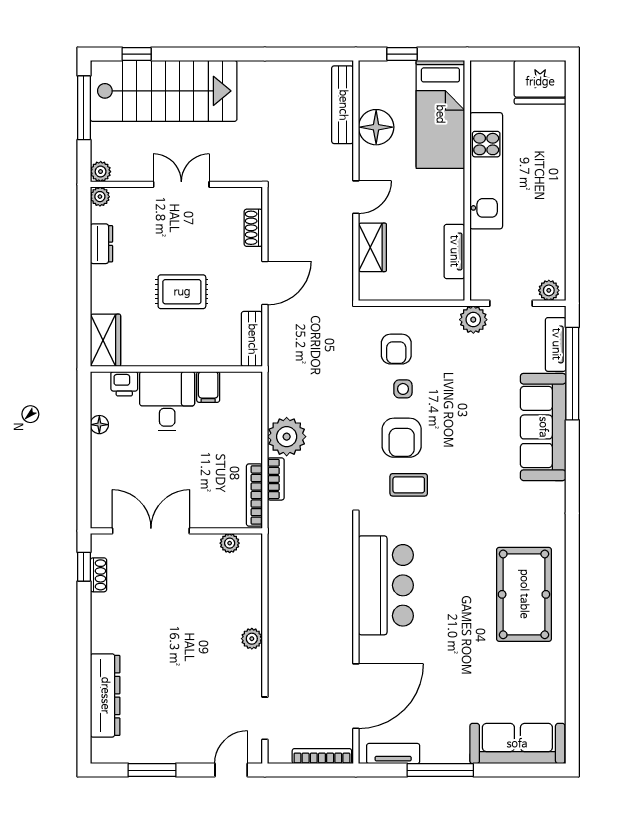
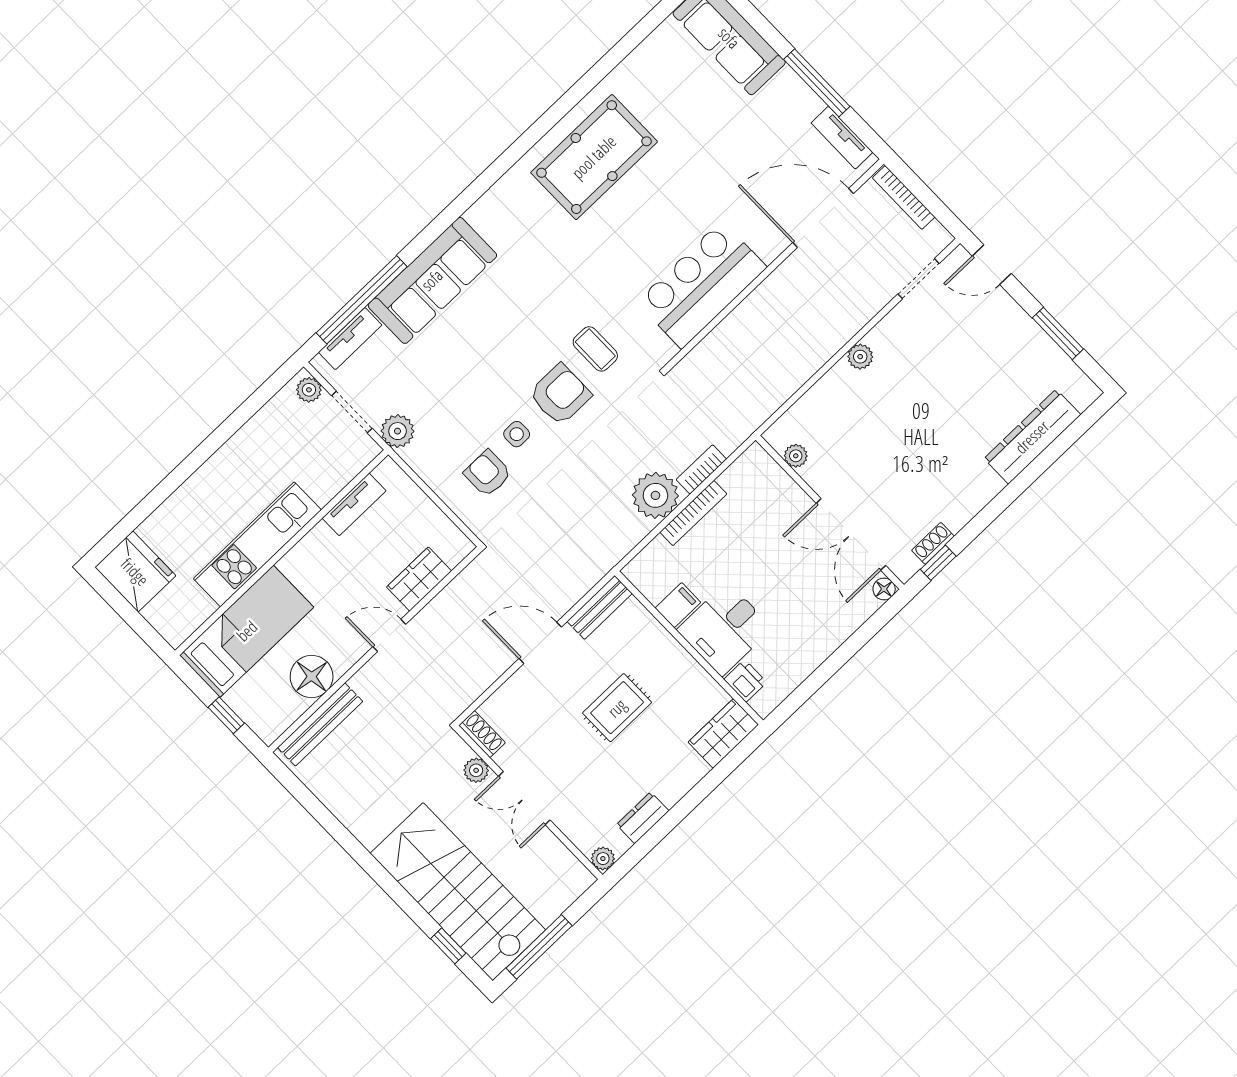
plant: (101, 172) -> (476, 770), moved
shoe rack: (253, 228) -> (482, 734), moved, turned -90
rug: (182, 292) -> (617, 708), turned 90
armchair: (396, 349) -> (488, 473), turned -90
floor lamp: (99, 425) -> (884, 589), moved
bookcase: (254, 495) -> (693, 513), moved

